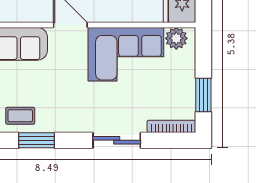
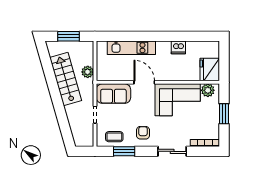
window: (203, 95) -> (224, 114), moved
armchair: (68, 109) -> (143, 133), added

